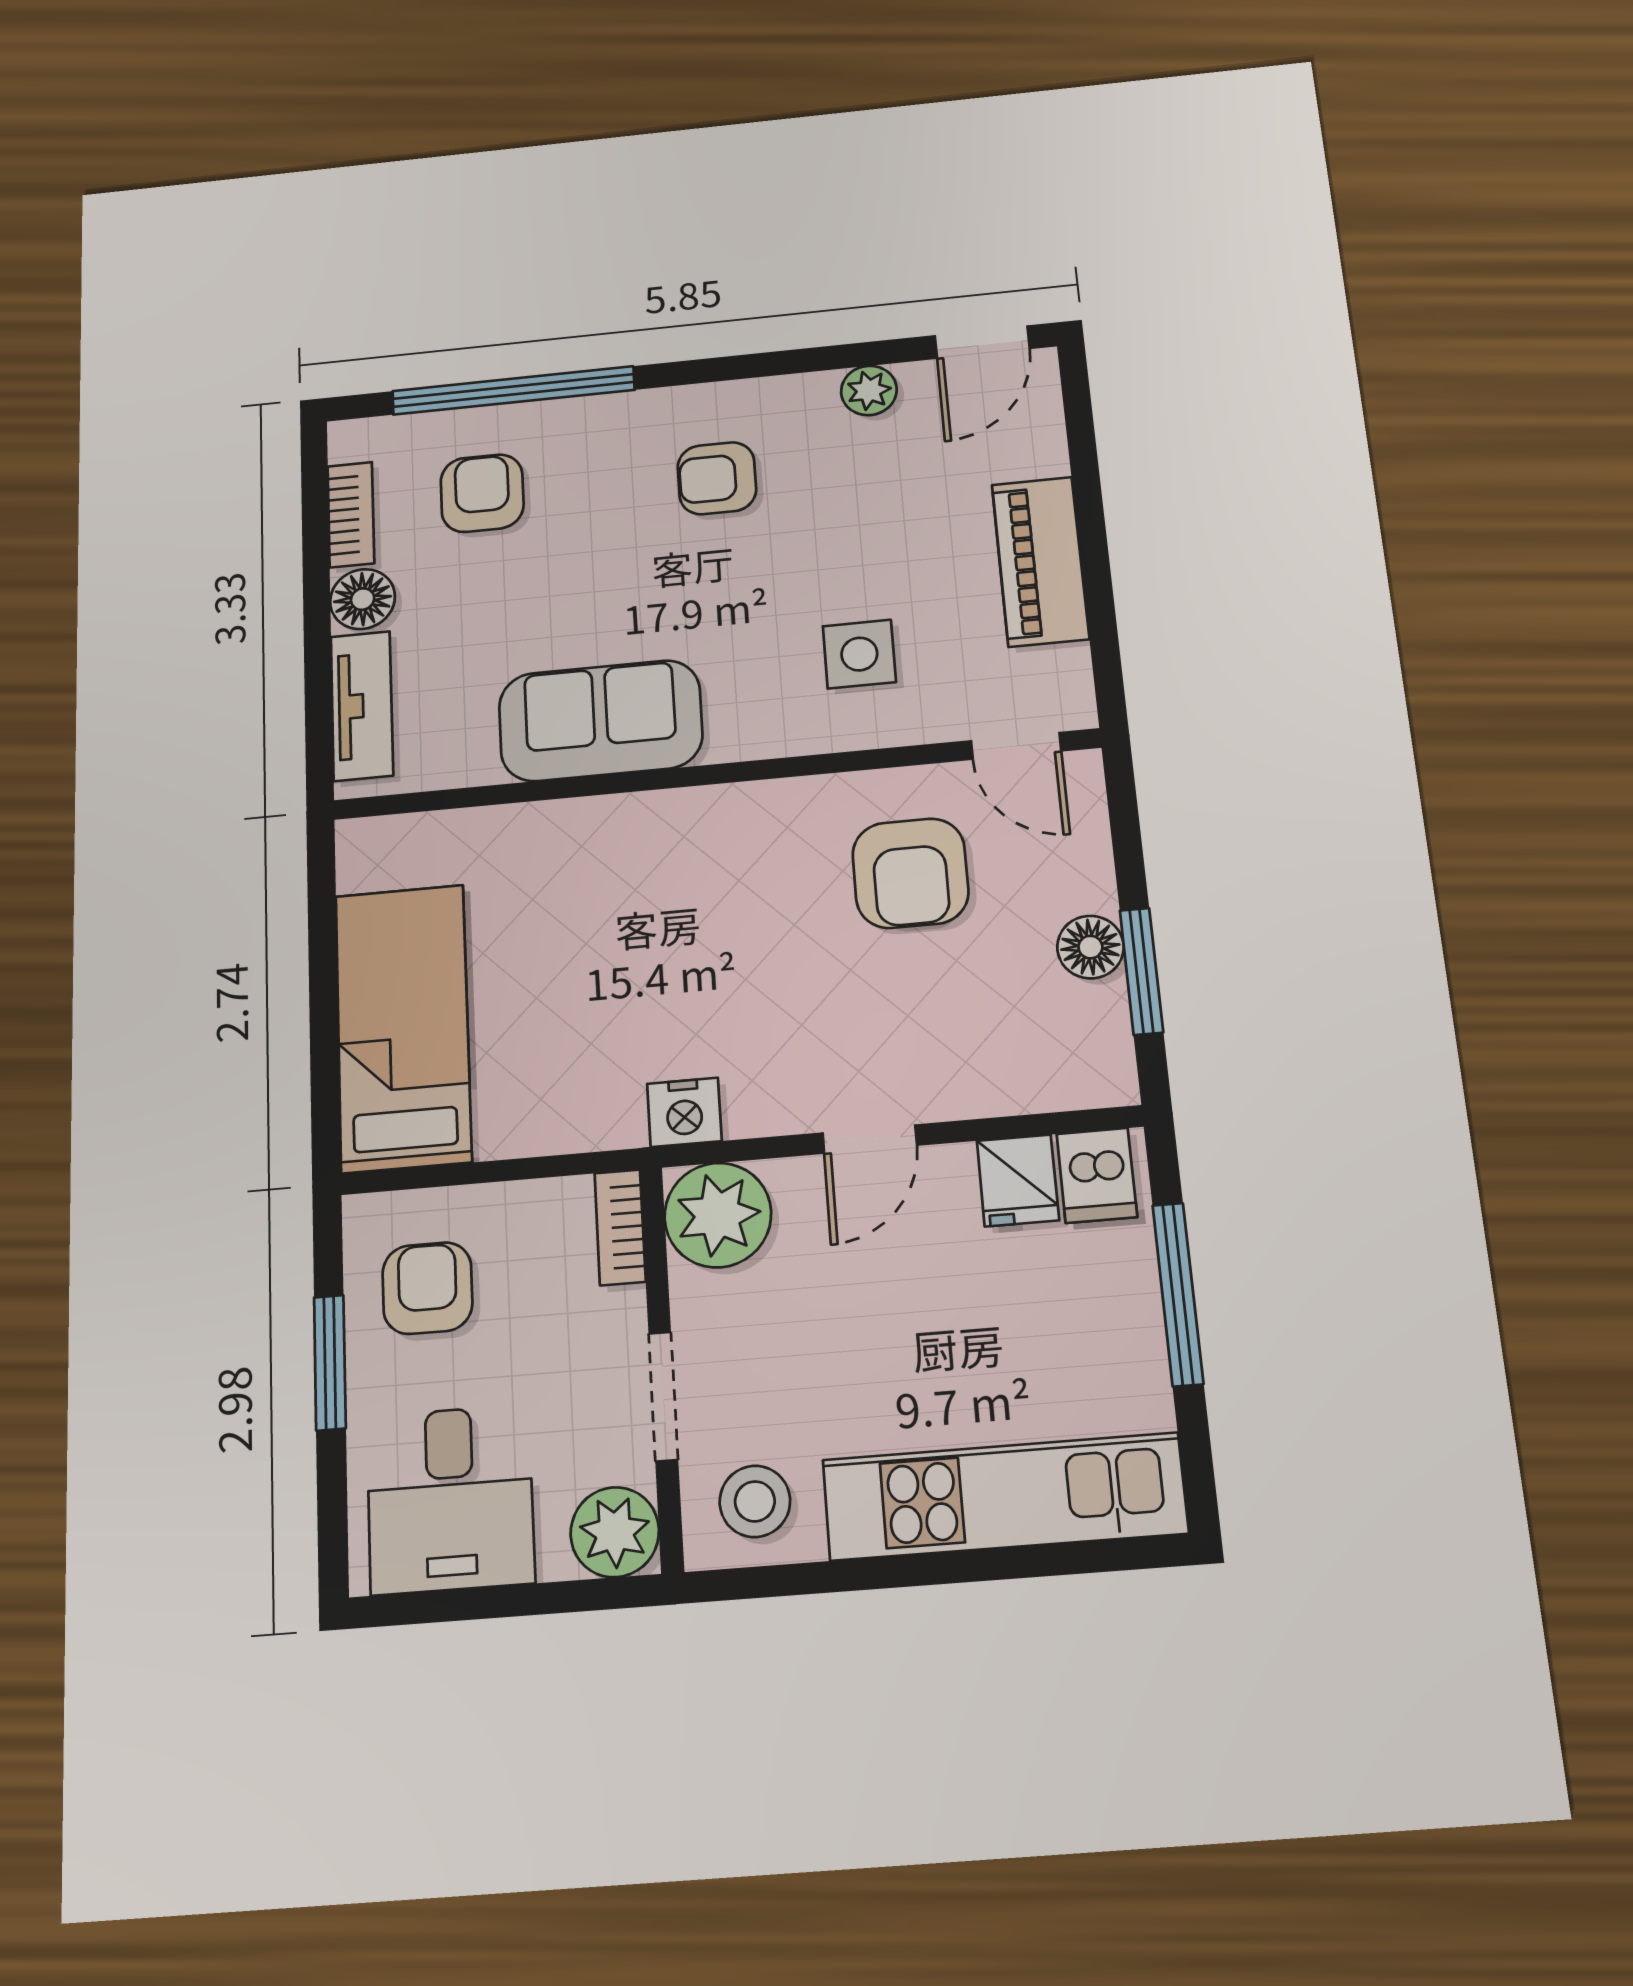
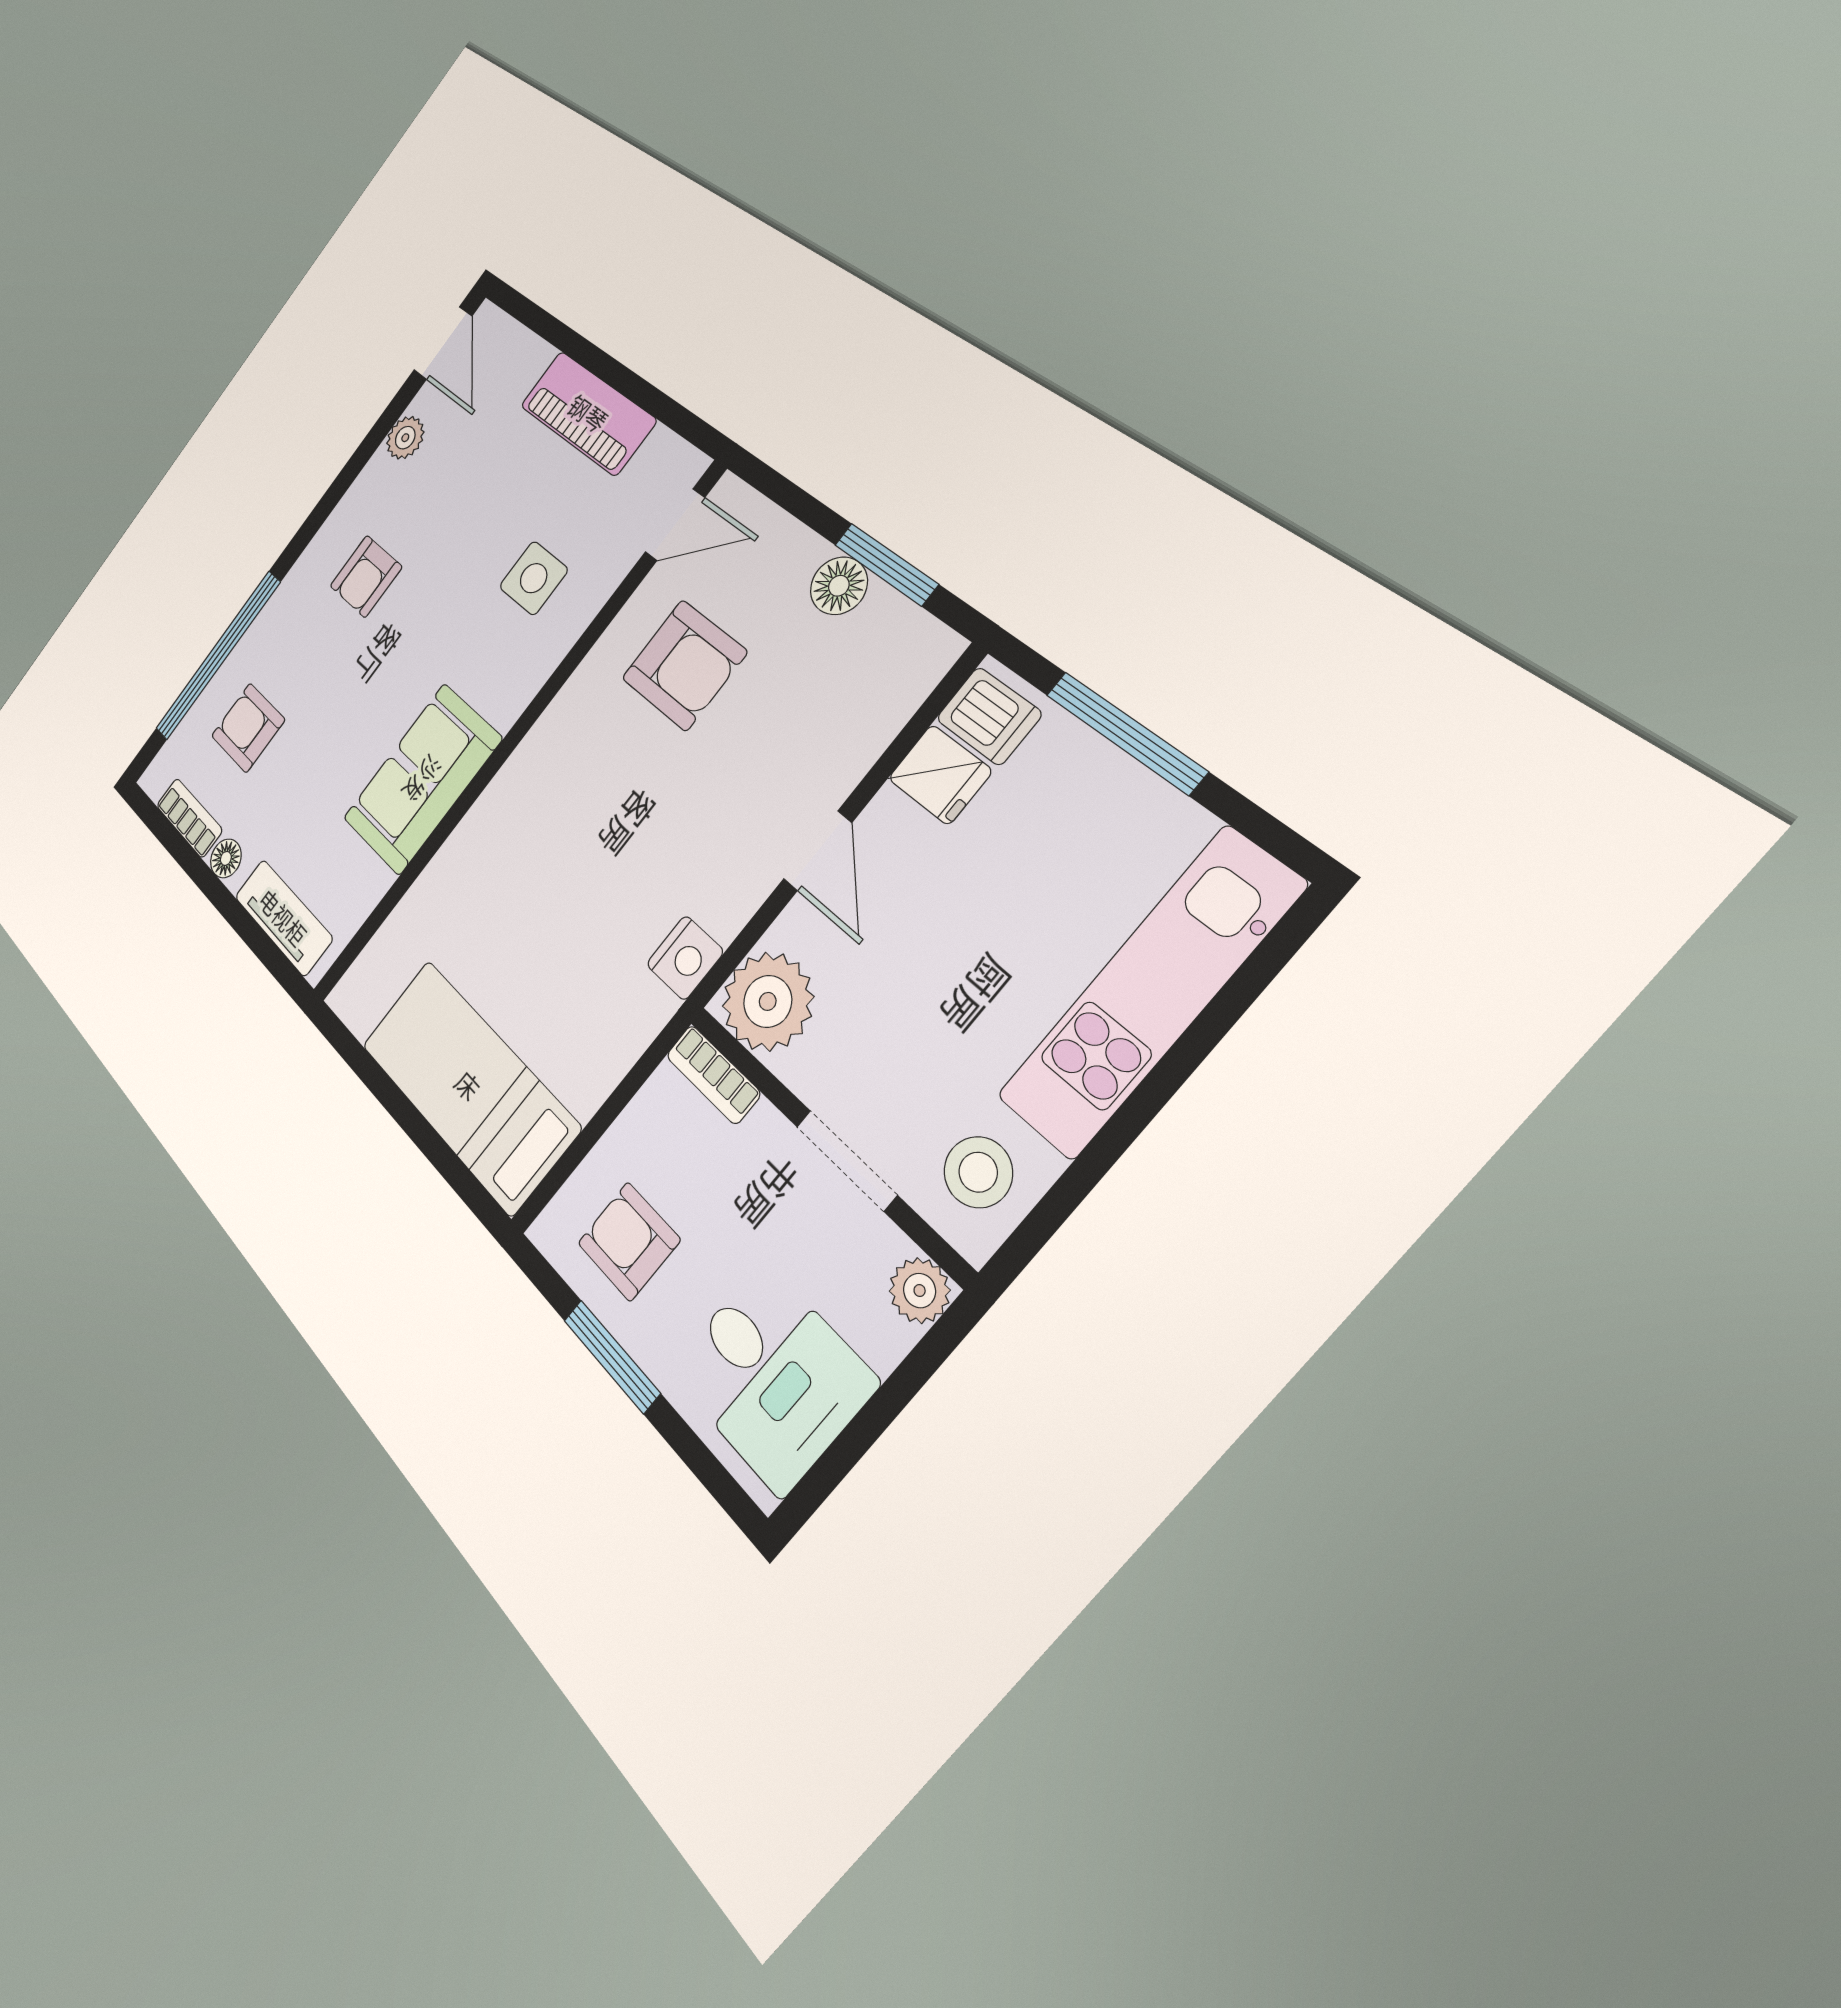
floor lamp: (363, 599) -> (226, 858), width x0.73, depth x0.73
plant: (615, 1532) -> (920, 1291), width x0.73, depth x0.73

